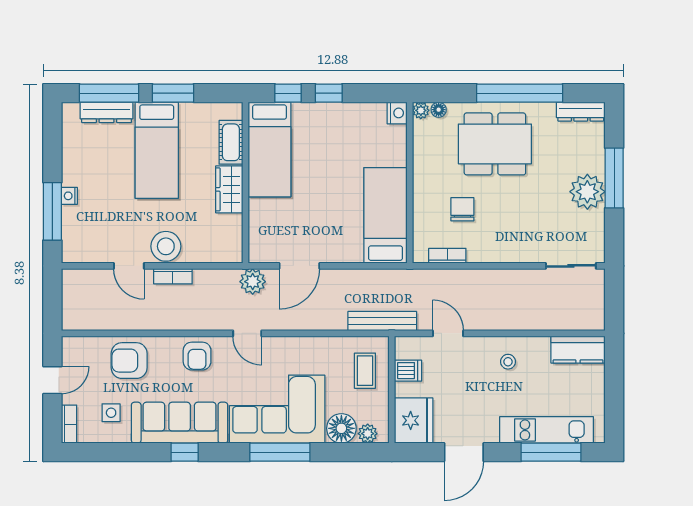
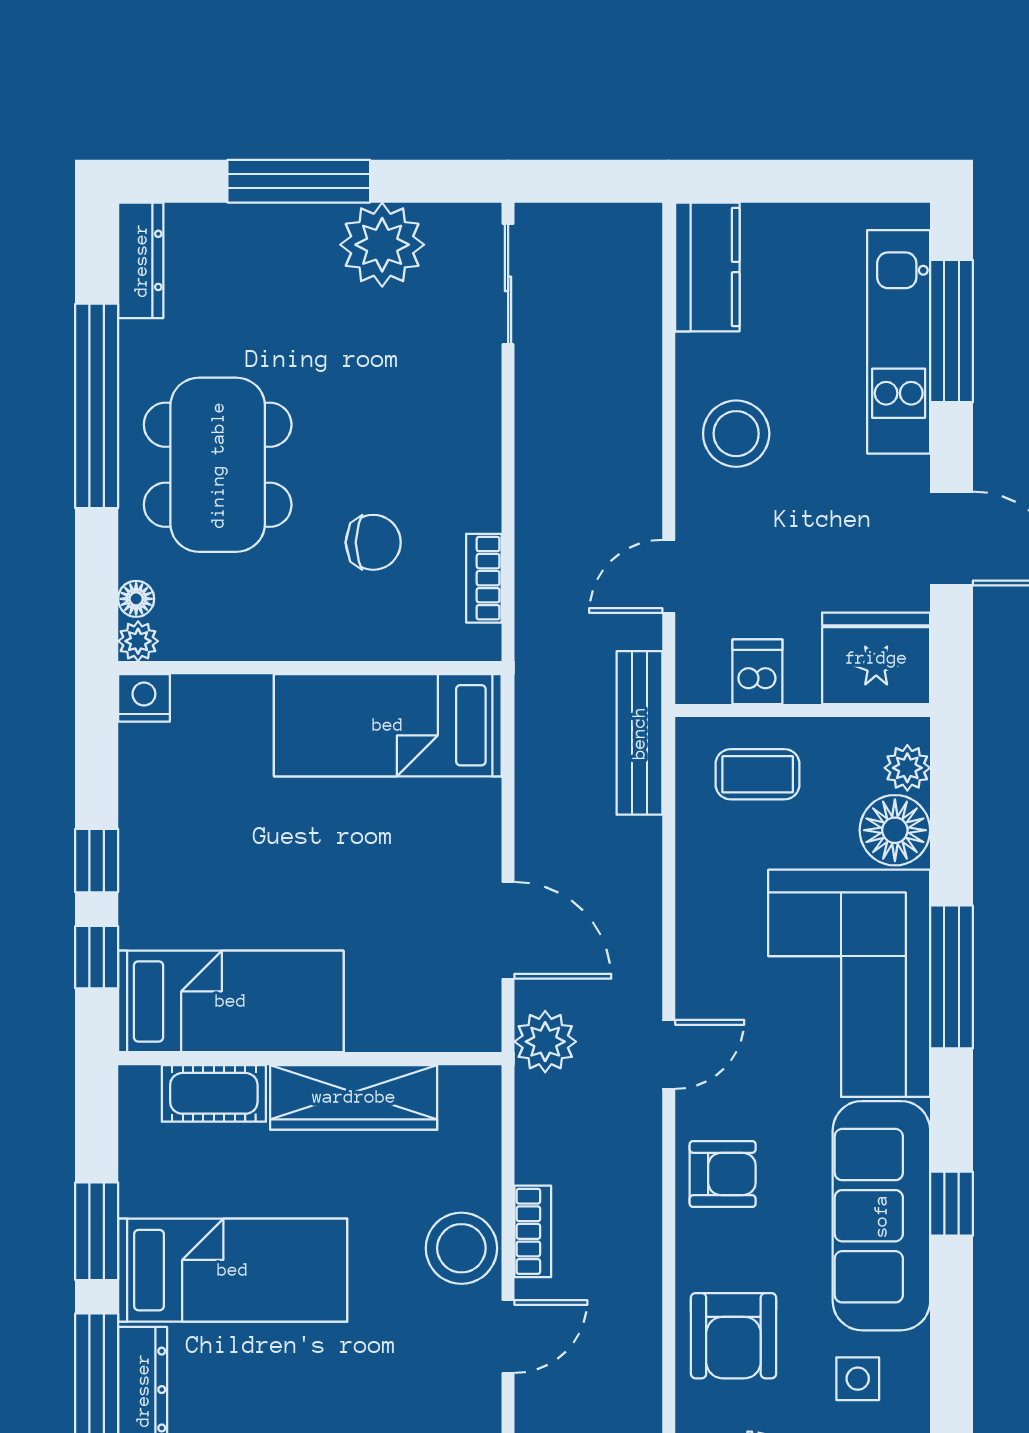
wardrobe: (229, 189) -> (354, 1097), width x1.50
plant: (587, 192) -> (382, 245), moved
chair: (462, 209) -> (373, 542), turned 180
stool: (508, 362) -> (736, 434), width x1.89, depth x1.89

